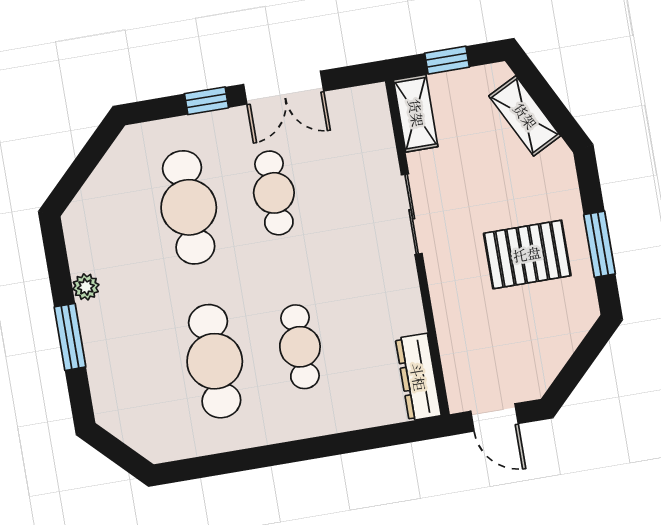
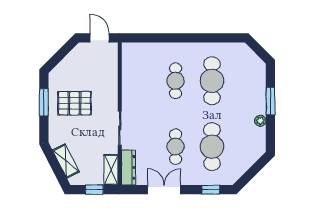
window: (206, 101) -> (211, 190), moved
dresser: (418, 377) -> (128, 167), moved

